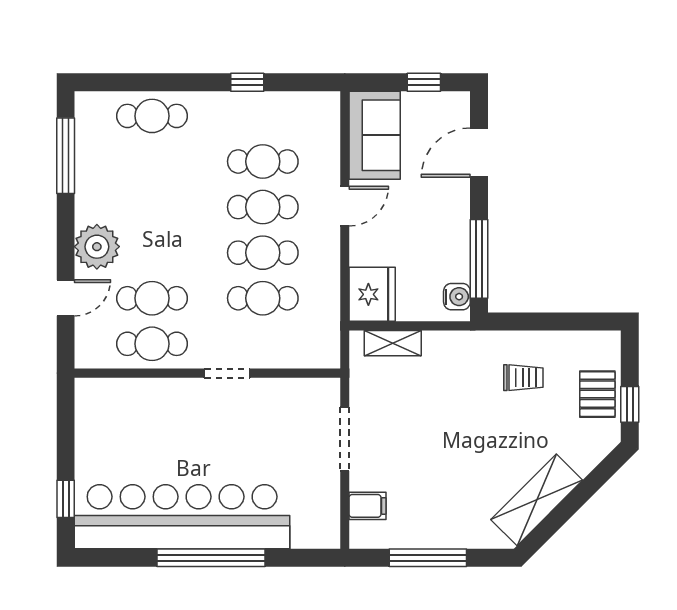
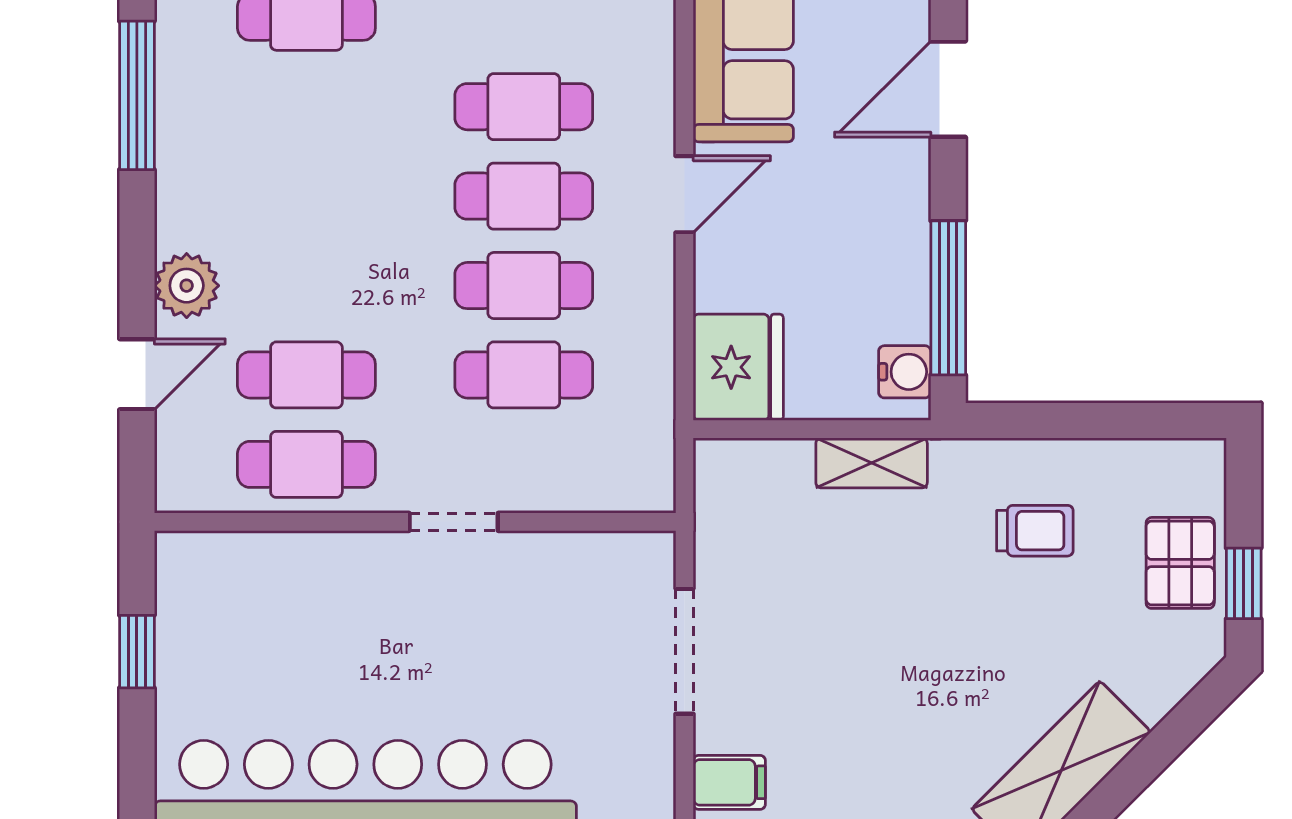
plant: (97, 247) -> (187, 286), width x0.73, depth x0.73
shelving: (393, 343) -> (872, 463), moved
window: (66, 499) -> (137, 652), moved

